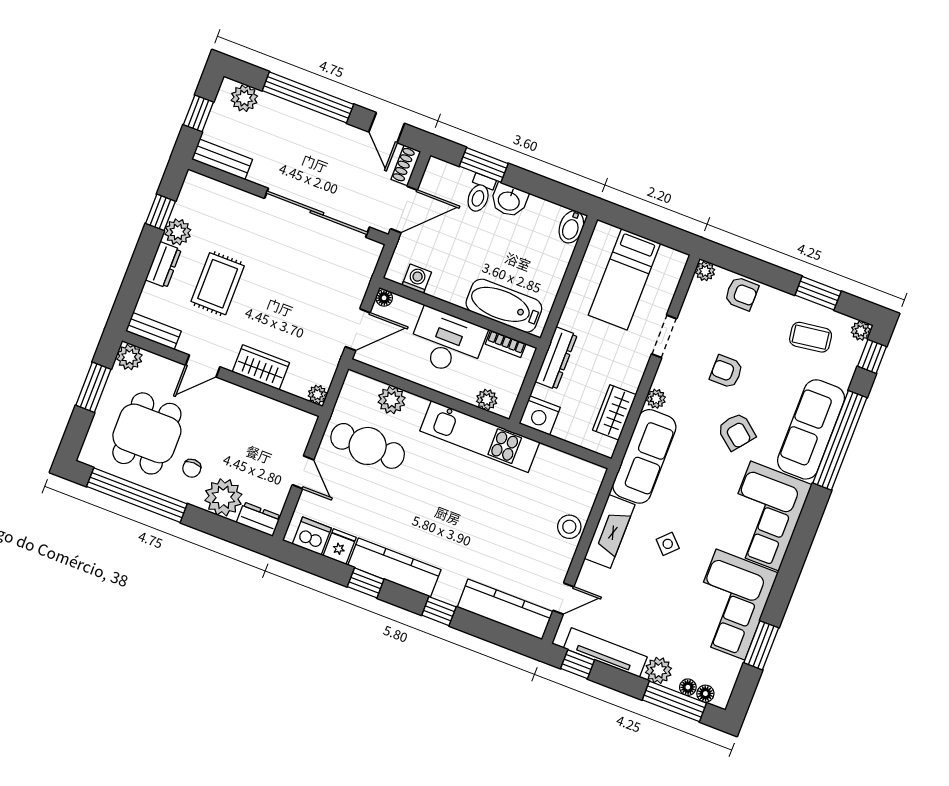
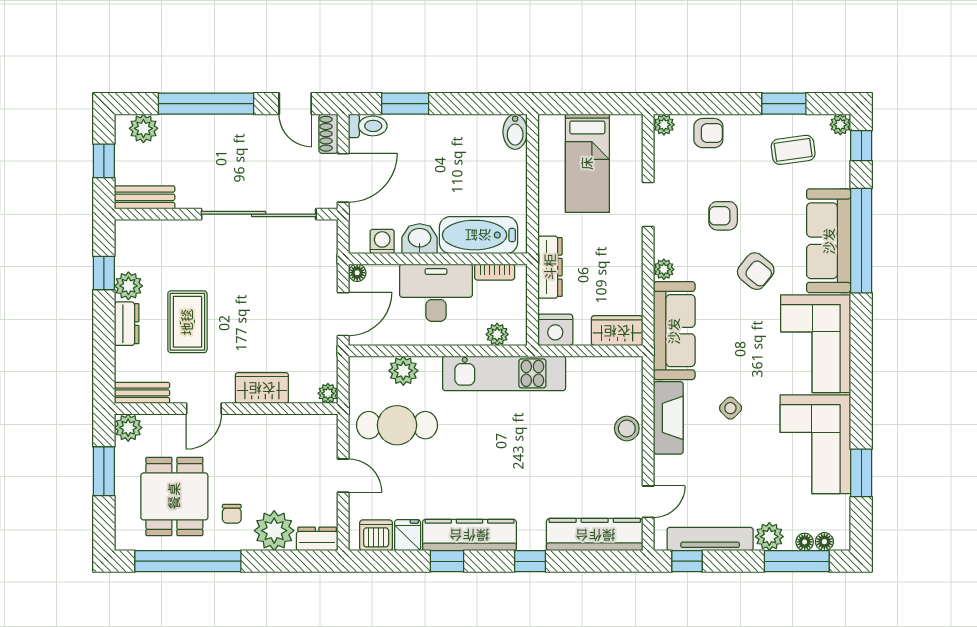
toilet: (480, 194) -> (368, 126), moved, turned -90
washbasin: (509, 200) -> (420, 239), moved, turned 180
wardrobe: (614, 412) -> (617, 331), moved, turned 90

